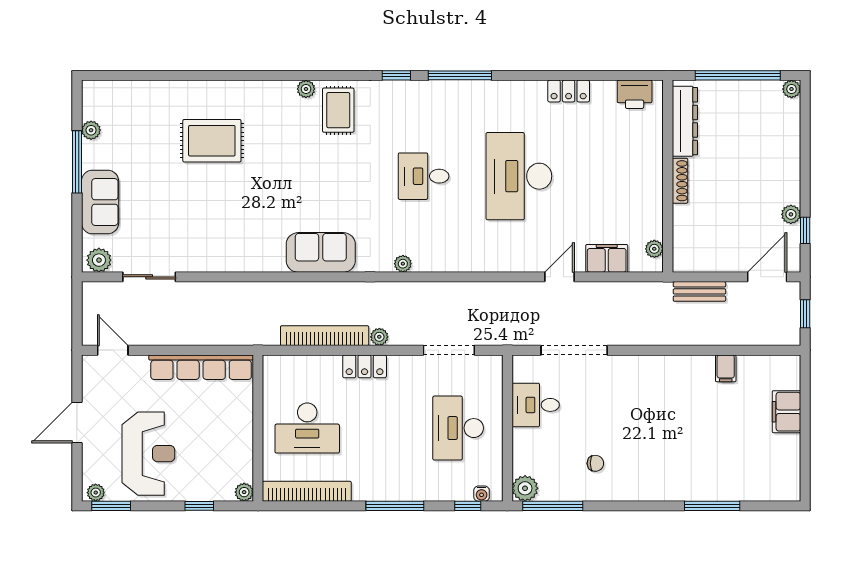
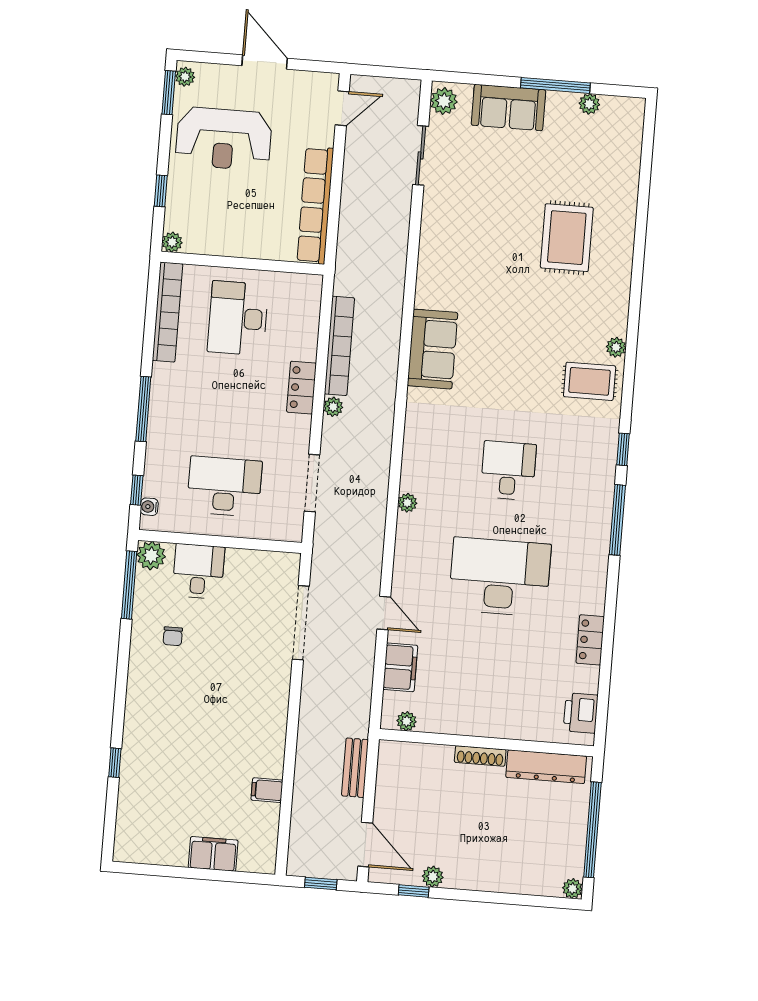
plant: (403, 264) -> (407, 503), moved
desk: (536, 405) -> (198, 571), moved
window: (712, 506) -> (115, 763), width x0.46

